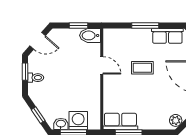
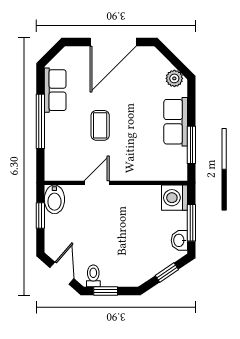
window: (145, 25) -> (40, 121), width x1.44
toilet: (36, 78) -> (93, 276), moved
washing machine: (78, 121) -> (174, 198), moved
row of seats: (120, 121) -> (176, 122), moved

